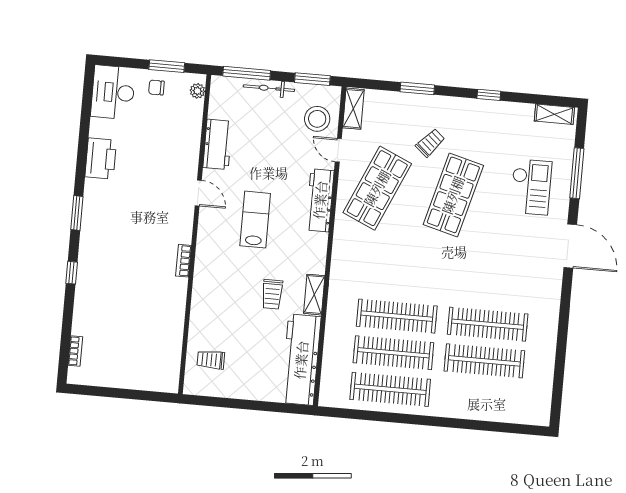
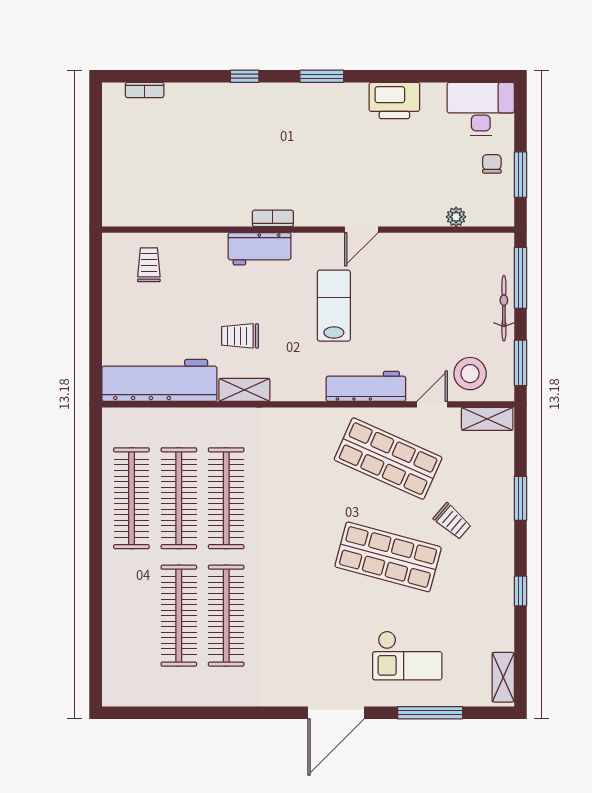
plant: (197, 91) -> (456, 217), moved
workbench: (218, 144) -> (260, 249), moved
lab bench: (255, 220) -> (334, 306), turned -90

